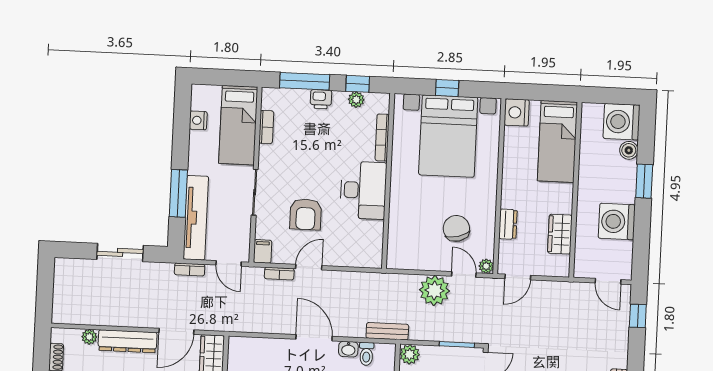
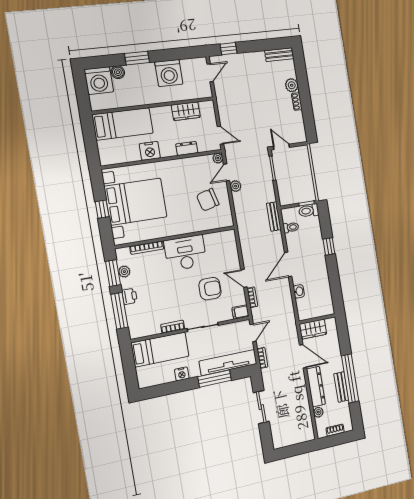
window: (358, 84) -> (113, 273), width x1.50
nightstand: (517, 112) -> (150, 151), moved
nightstand: (198, 120) -> (182, 374), moved
bookcase: (266, 127) -> (173, 327), moved
chair: (456, 228) -> (208, 200), moved
plant: (434, 290) -> (236, 186), width x0.53, depth x0.53
washbasin: (348, 349) -> (299, 291), moved
plant: (410, 354) -> (285, 199), removed

